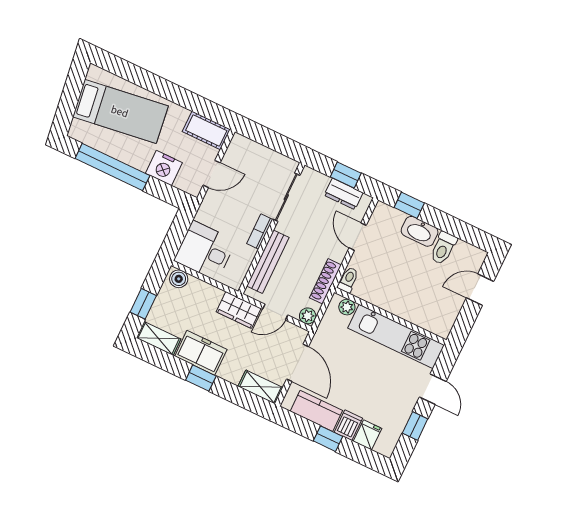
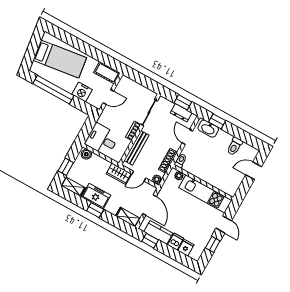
washbasin: (420, 231) -> (208, 129), moved
window: (328, 439) -> (150, 241), moved

